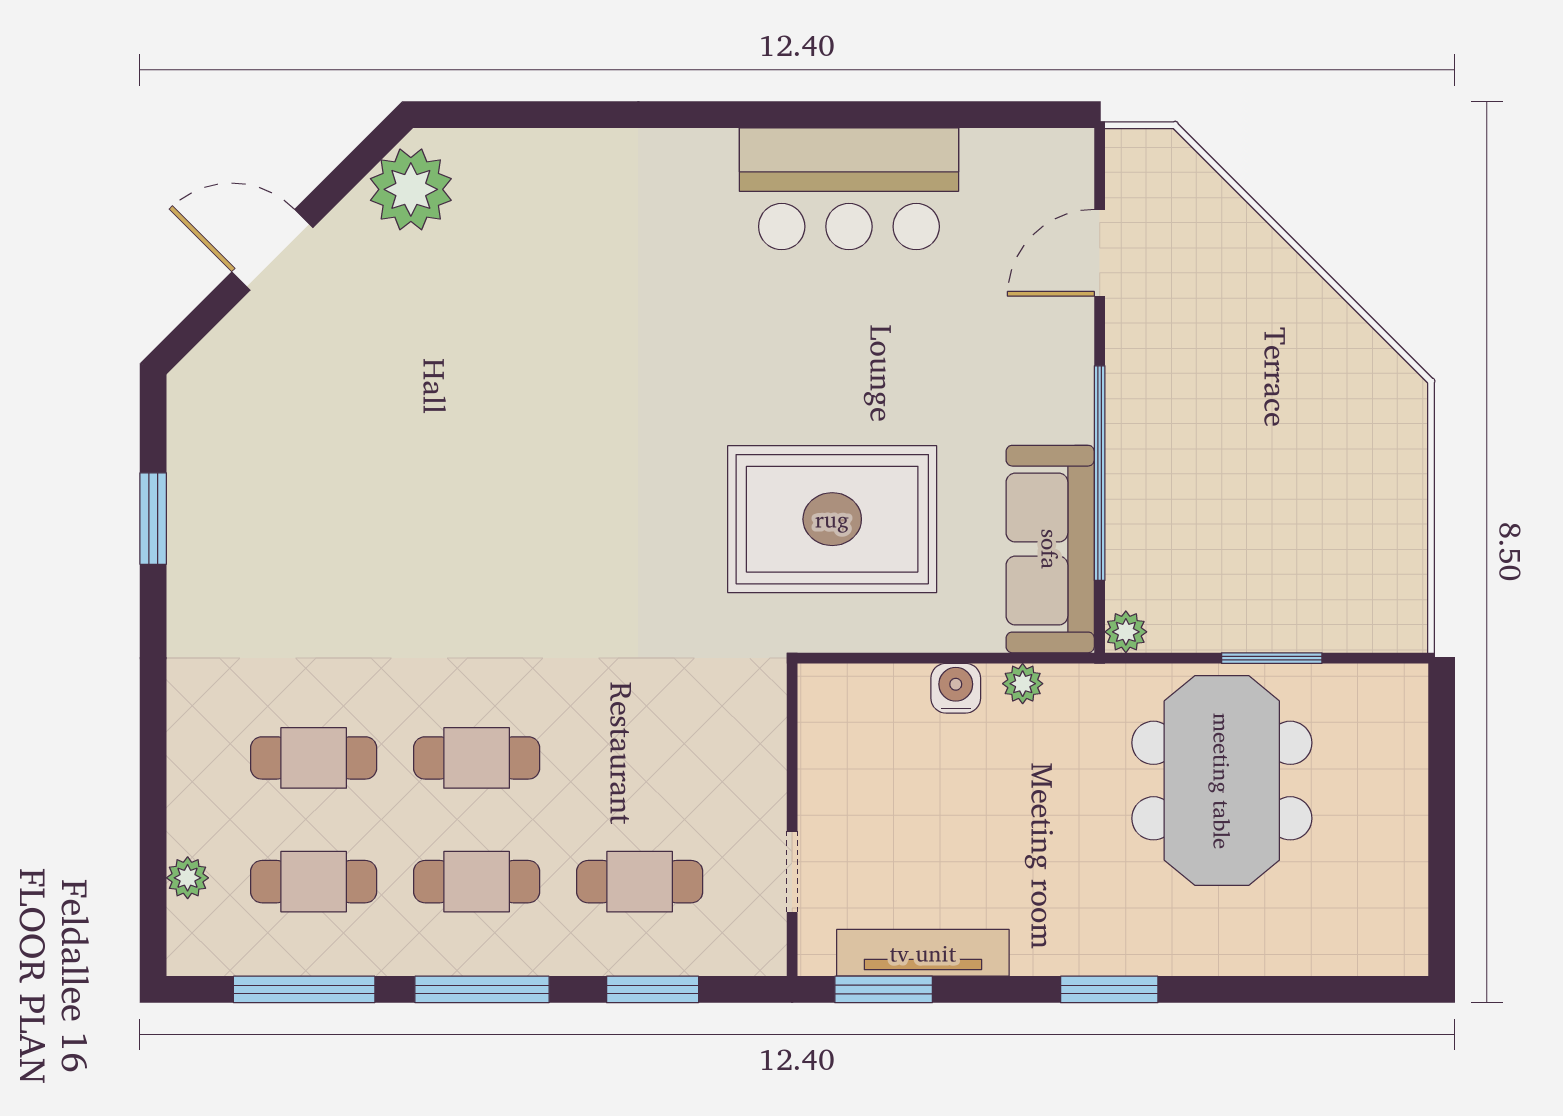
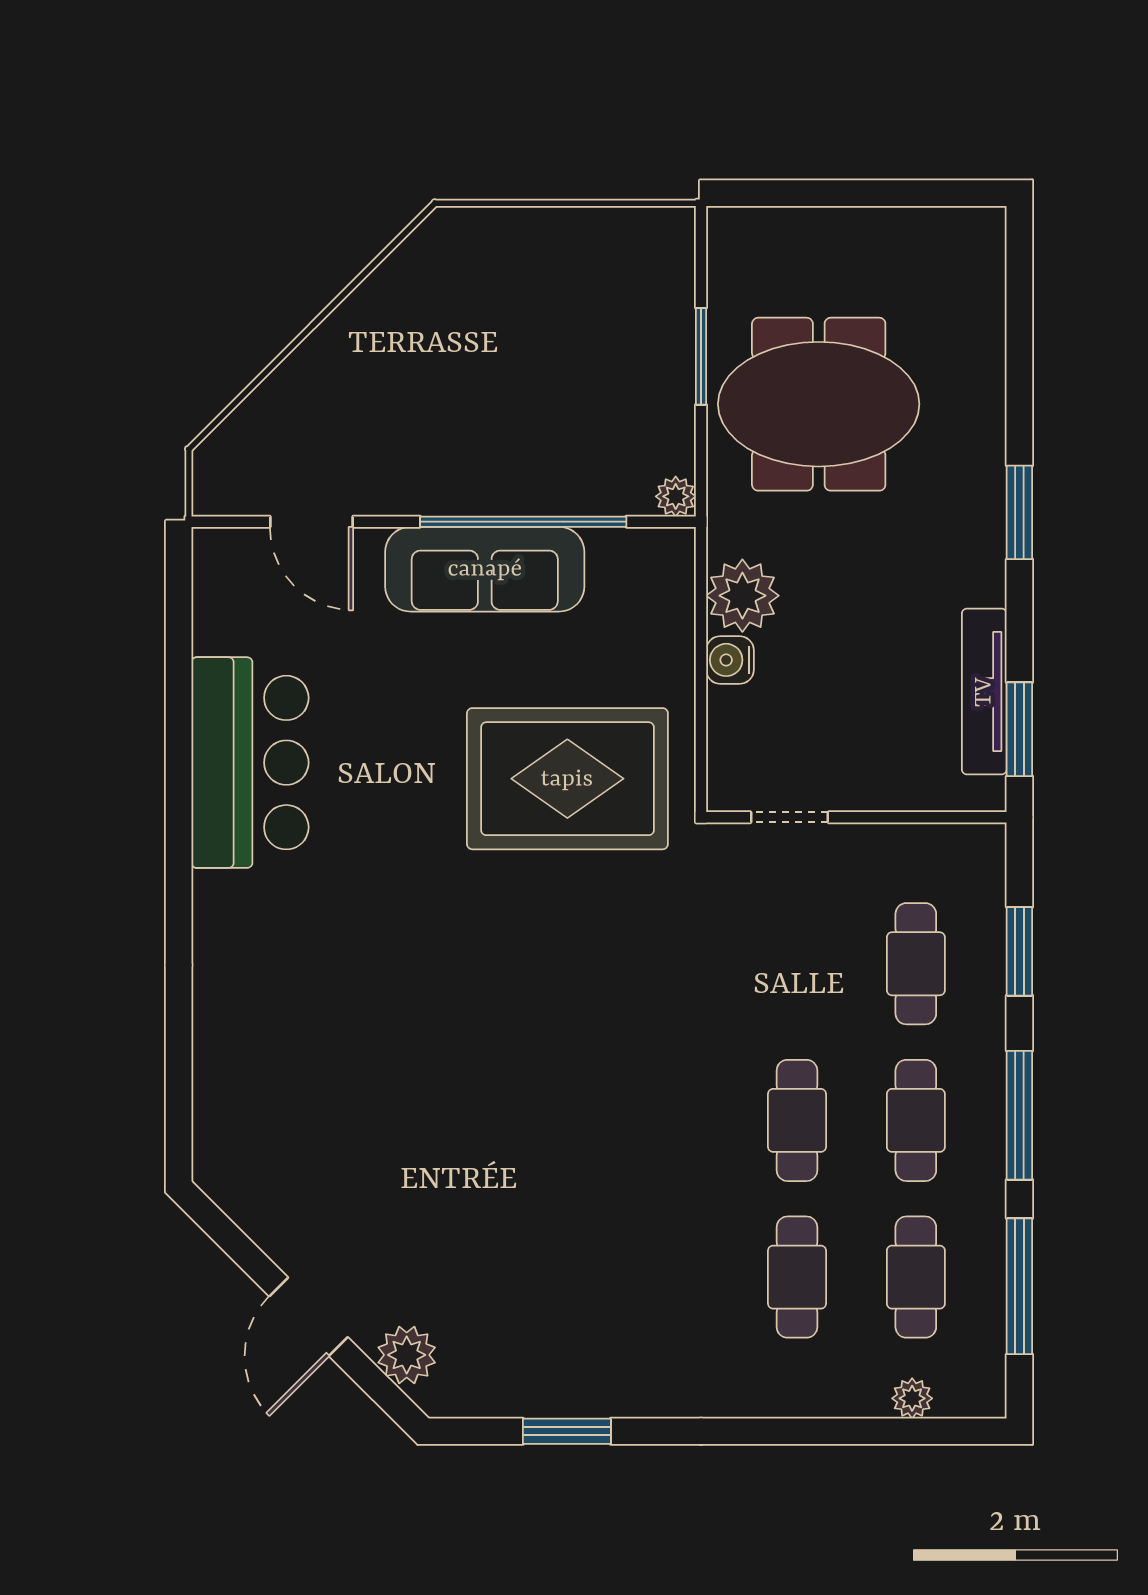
plant: (411, 189) -> (407, 1355), moved, width x0.73, depth x0.73
rug: (832, 519) -> (567, 779), turned 90
sofa: (1050, 549) -> (485, 569), moved
plant: (1023, 684) -> (742, 596), width x1.88, depth x1.88
doorway: (792, 872) -> (789, 817), moved

